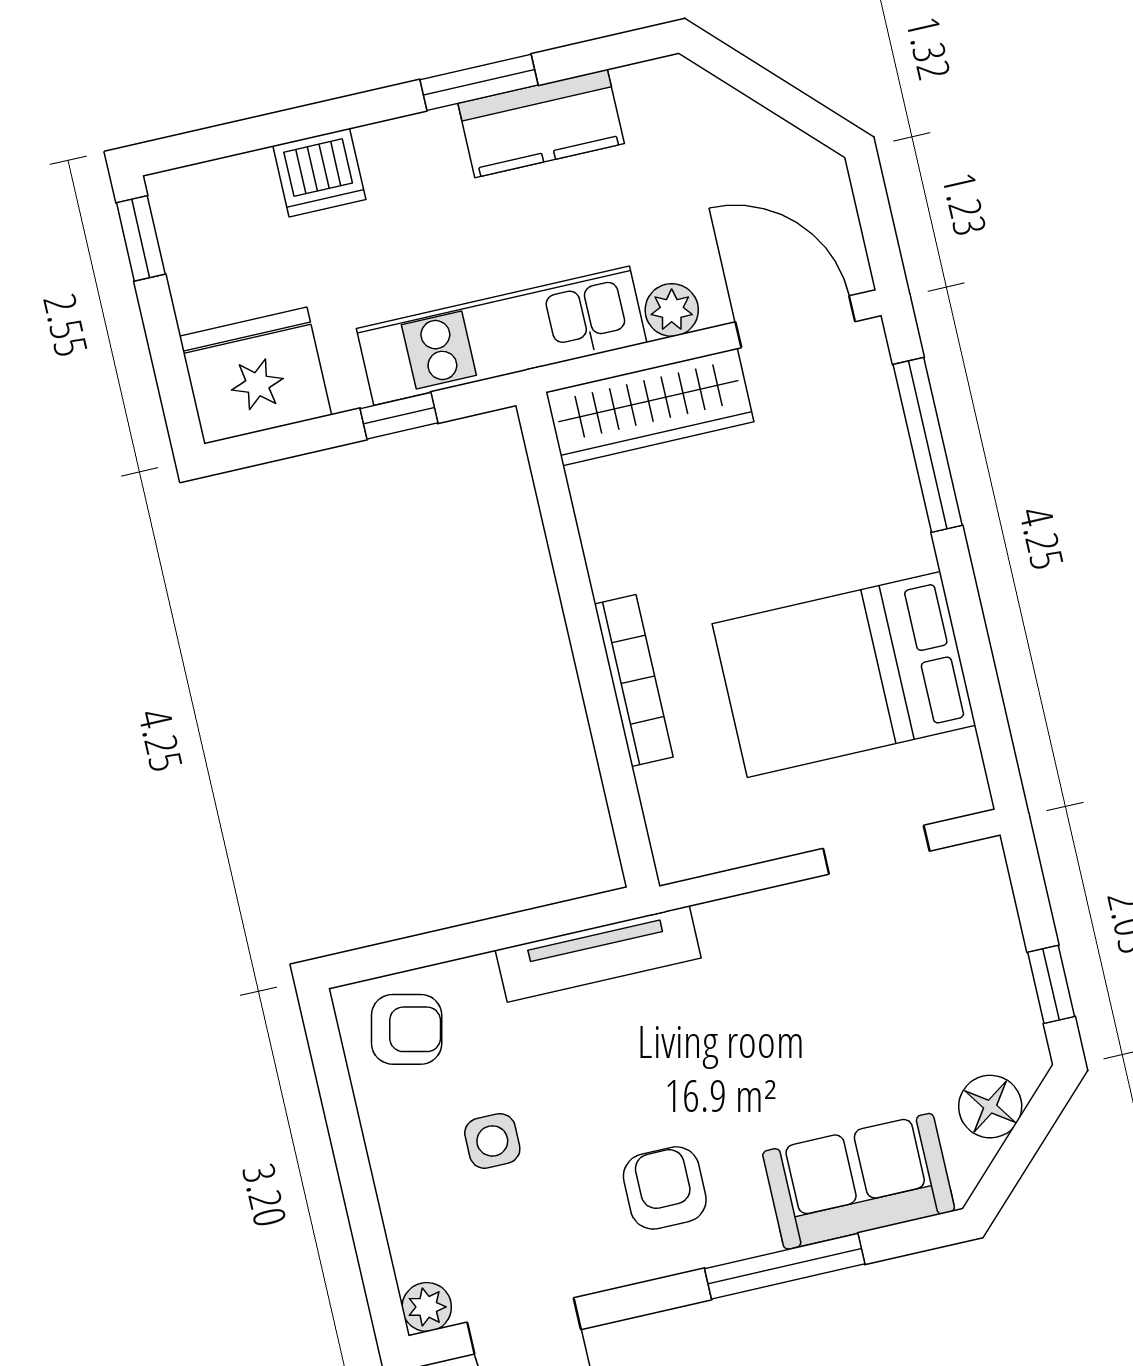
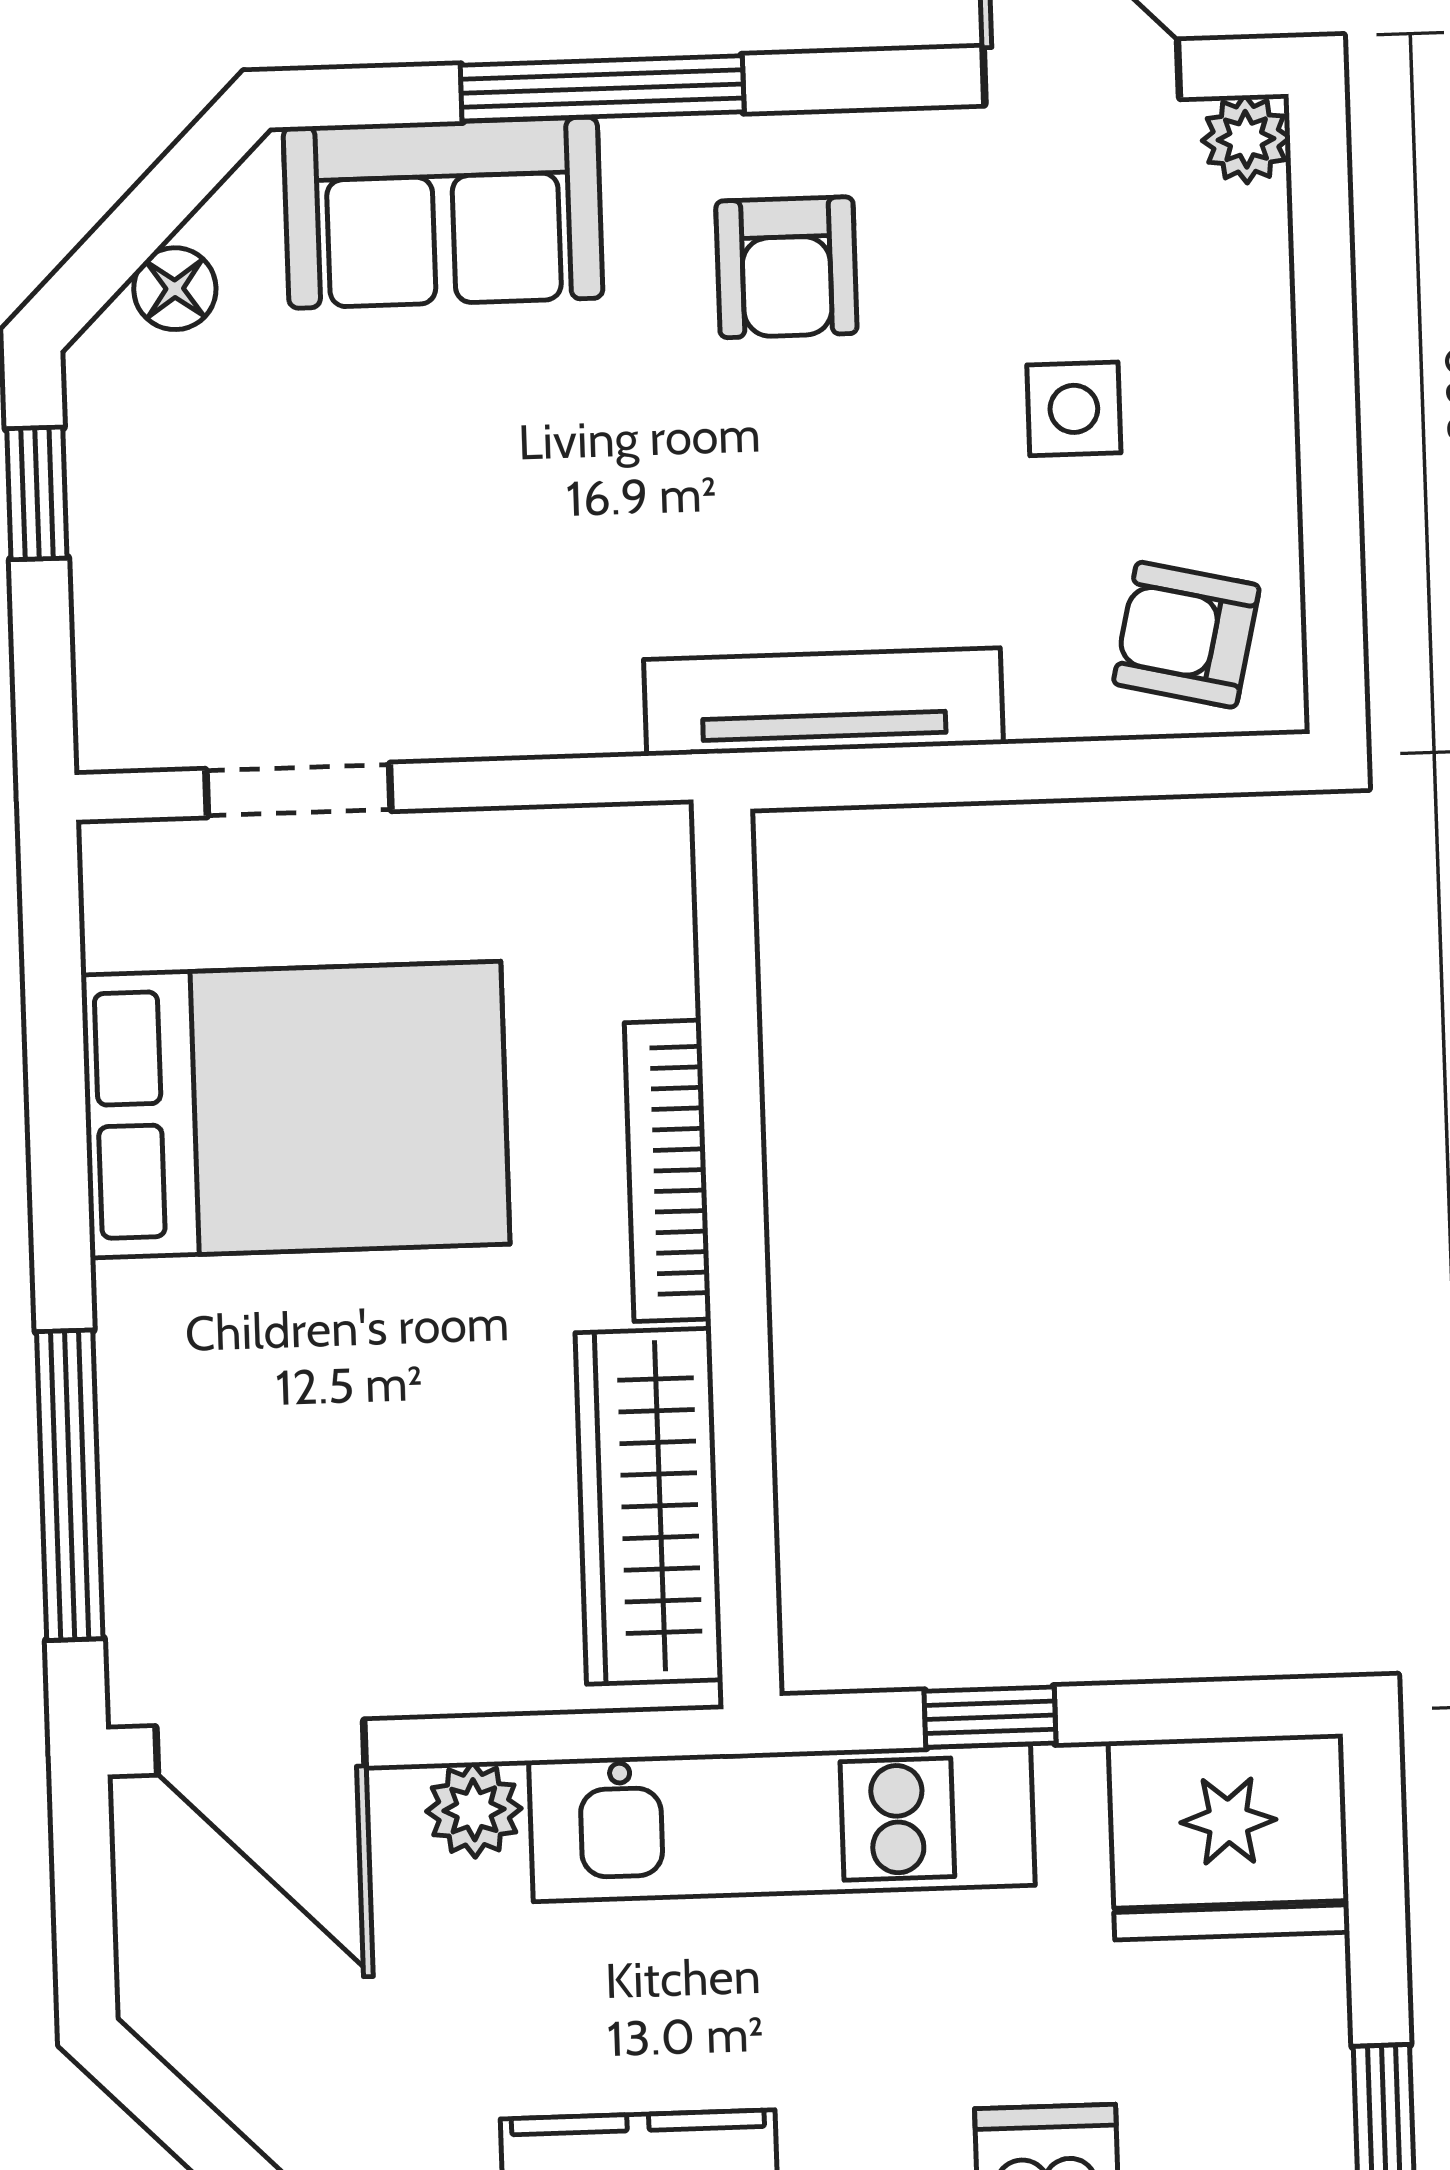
wardrobe: (650, 407) -> (649, 1506), moved, turned -90
floor lamp: (990, 1107) -> (175, 289), width x0.73, depth x0.73

